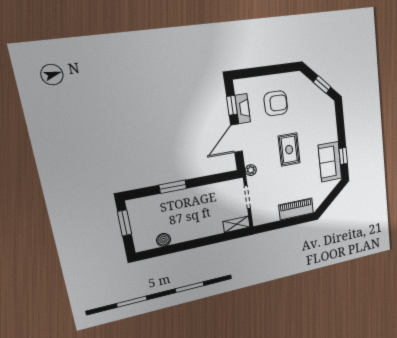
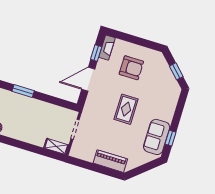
fireplace: (243, 109) -> (107, 48), moved
plant: (251, 170) -> (88, 109), removed

